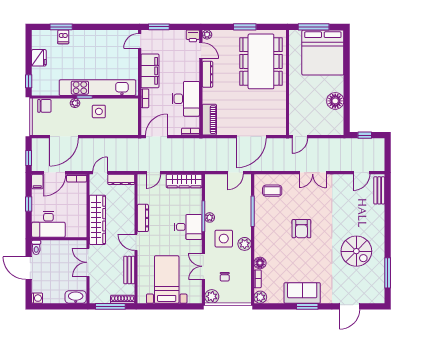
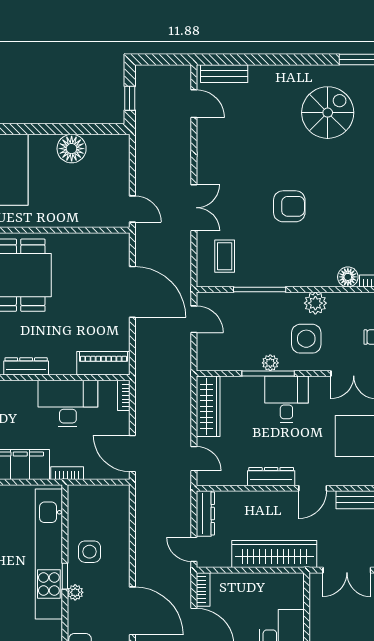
double door: (313, 173) -> (194, 208), moved

